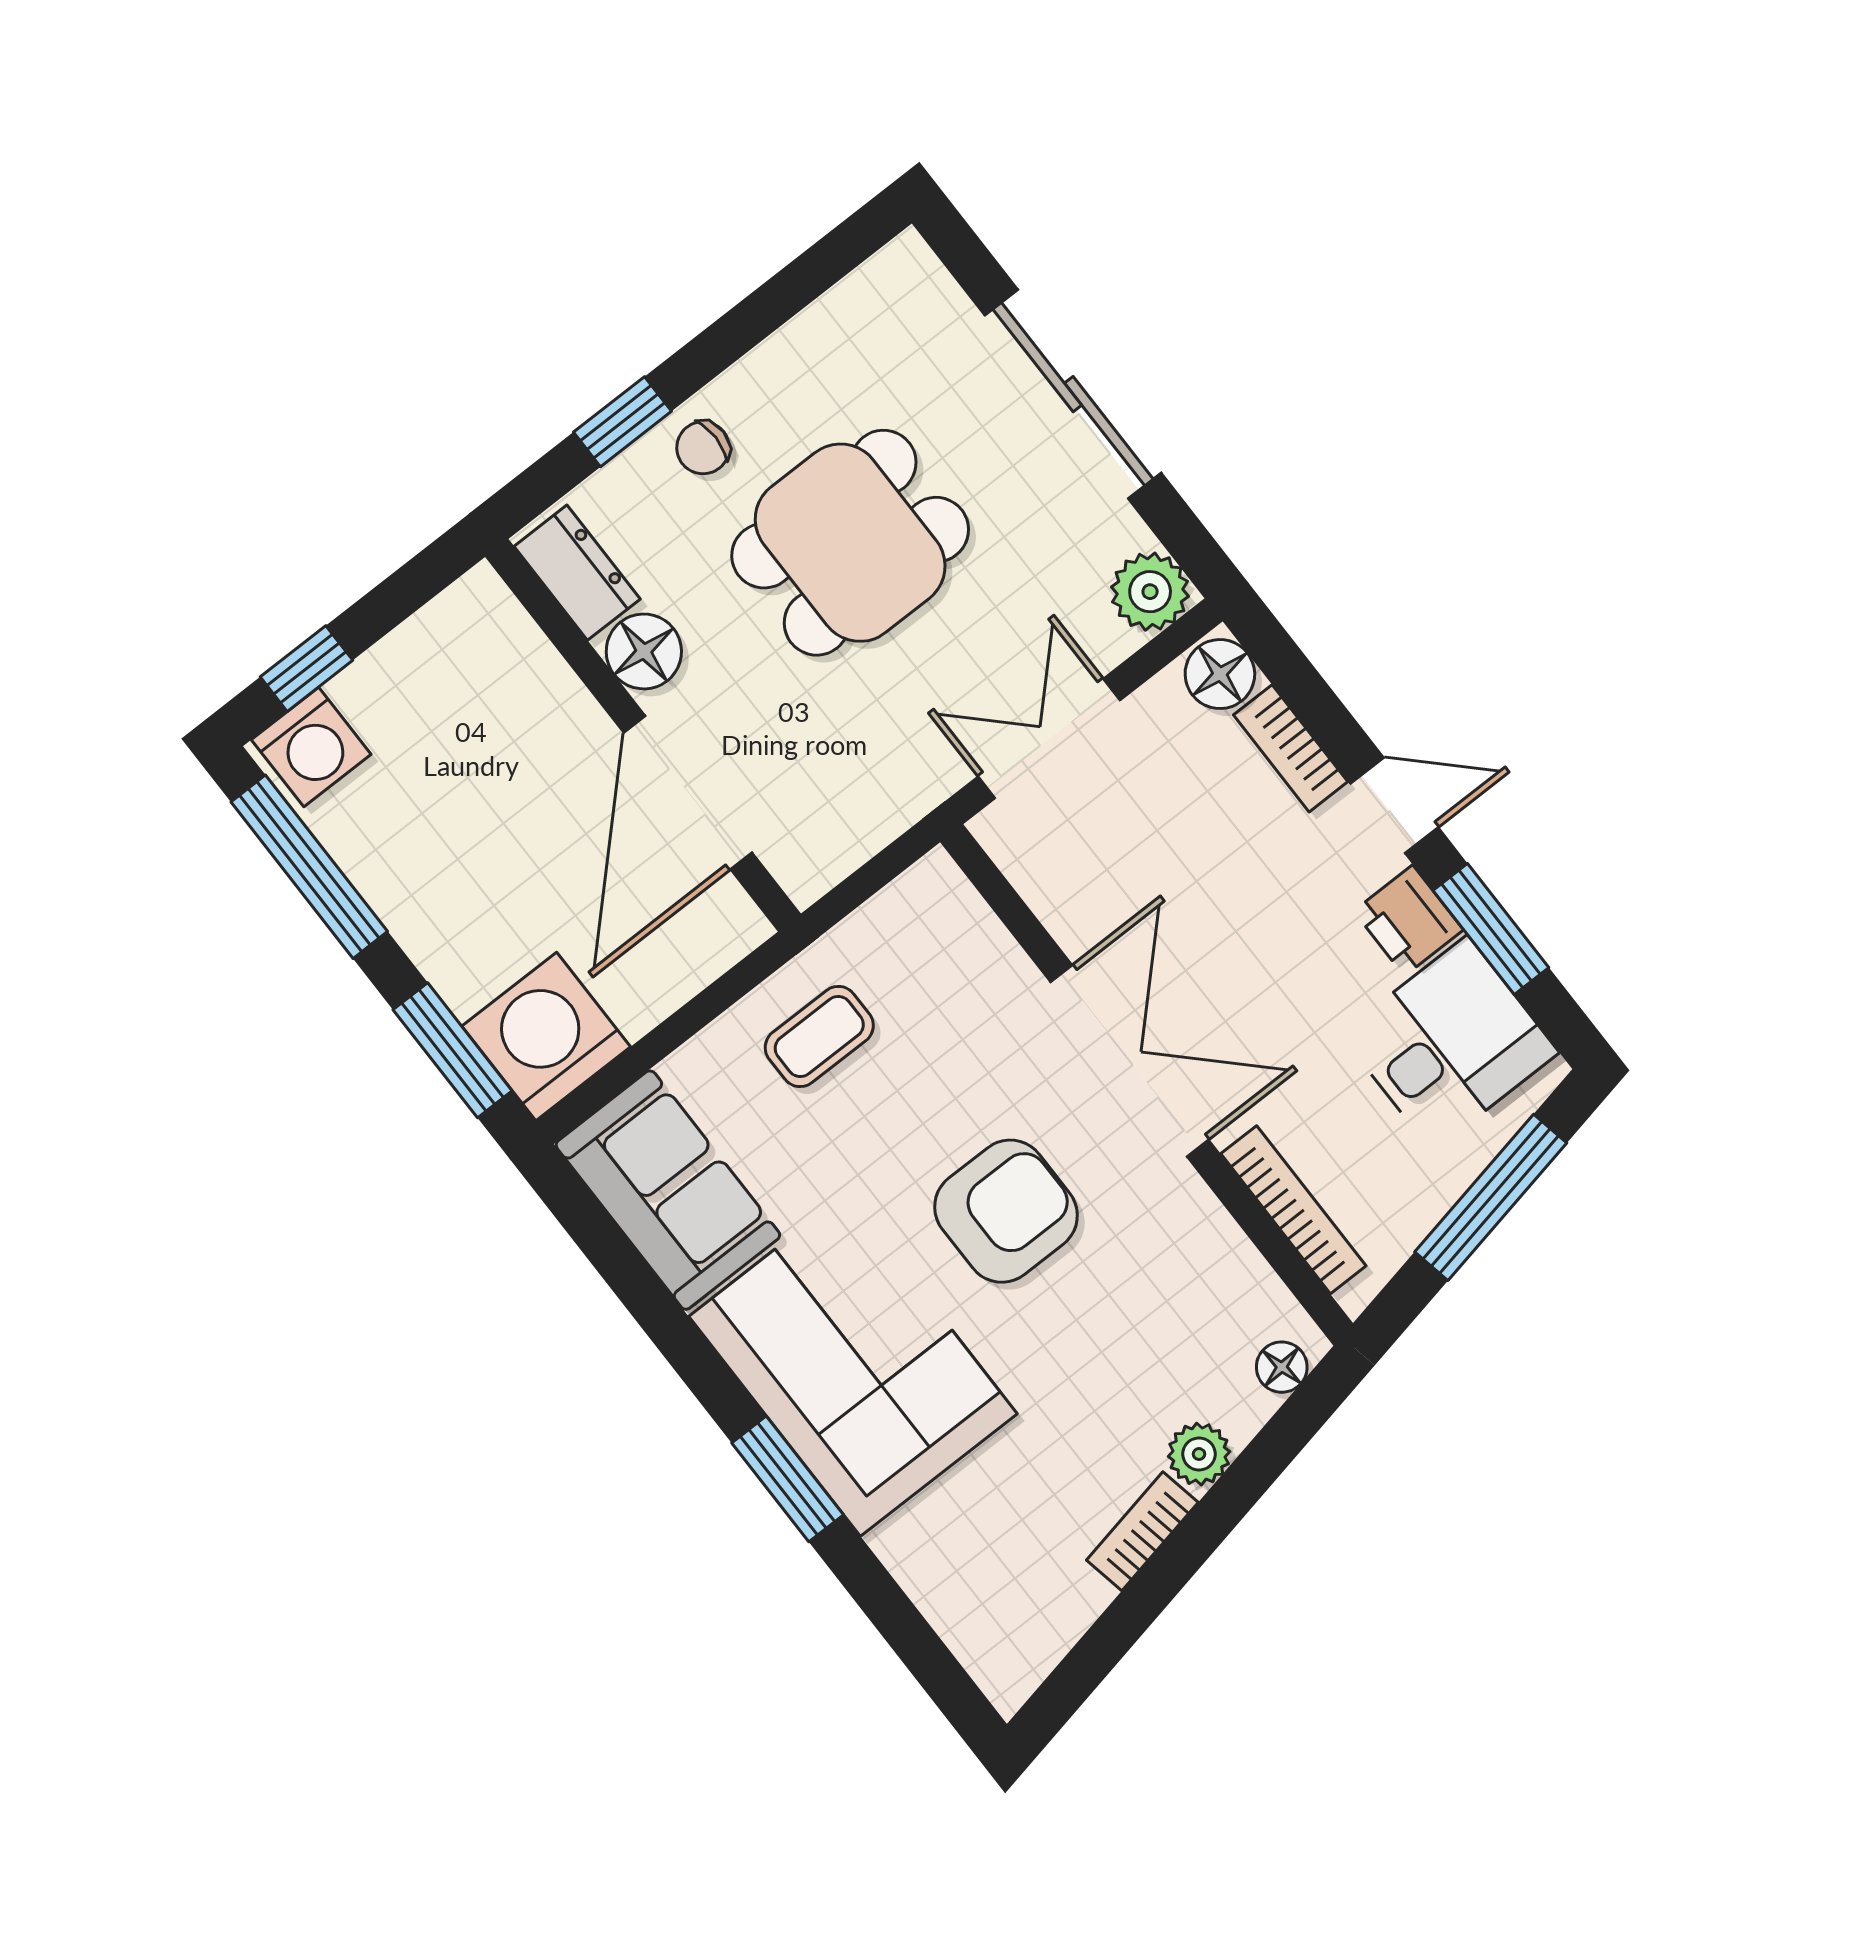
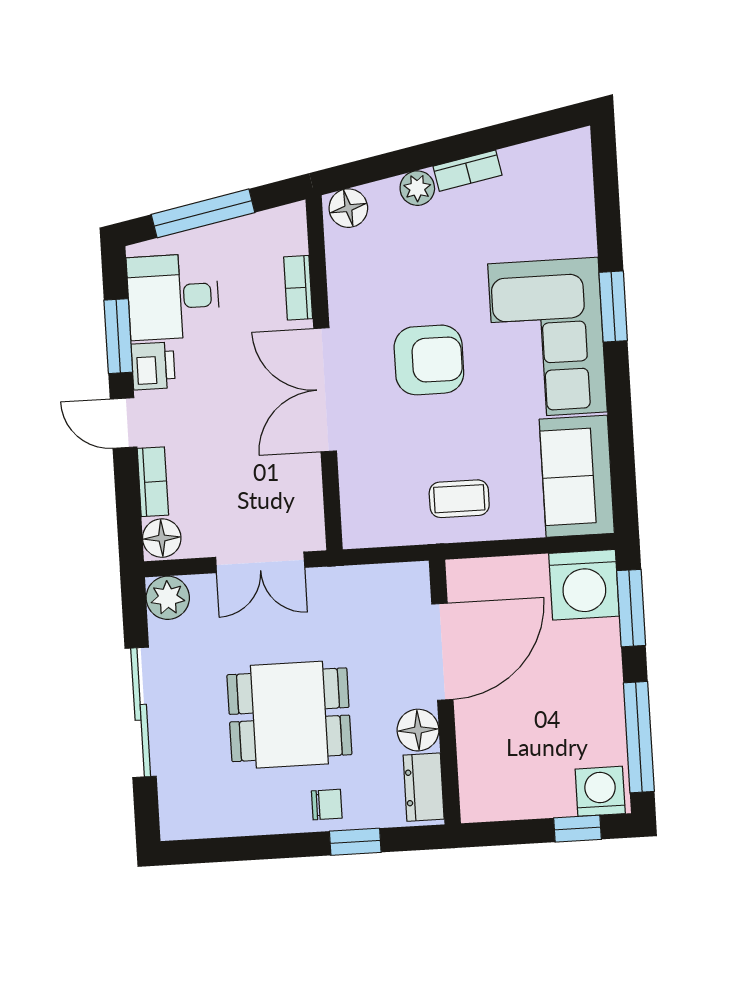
bookcase: (1293, 1210) -> (298, 288), width x0.64
armchair: (1006, 1211) -> (429, 360), turned 180
floor lamp: (1282, 1367) -> (348, 208), width x1.37, depth x1.37

